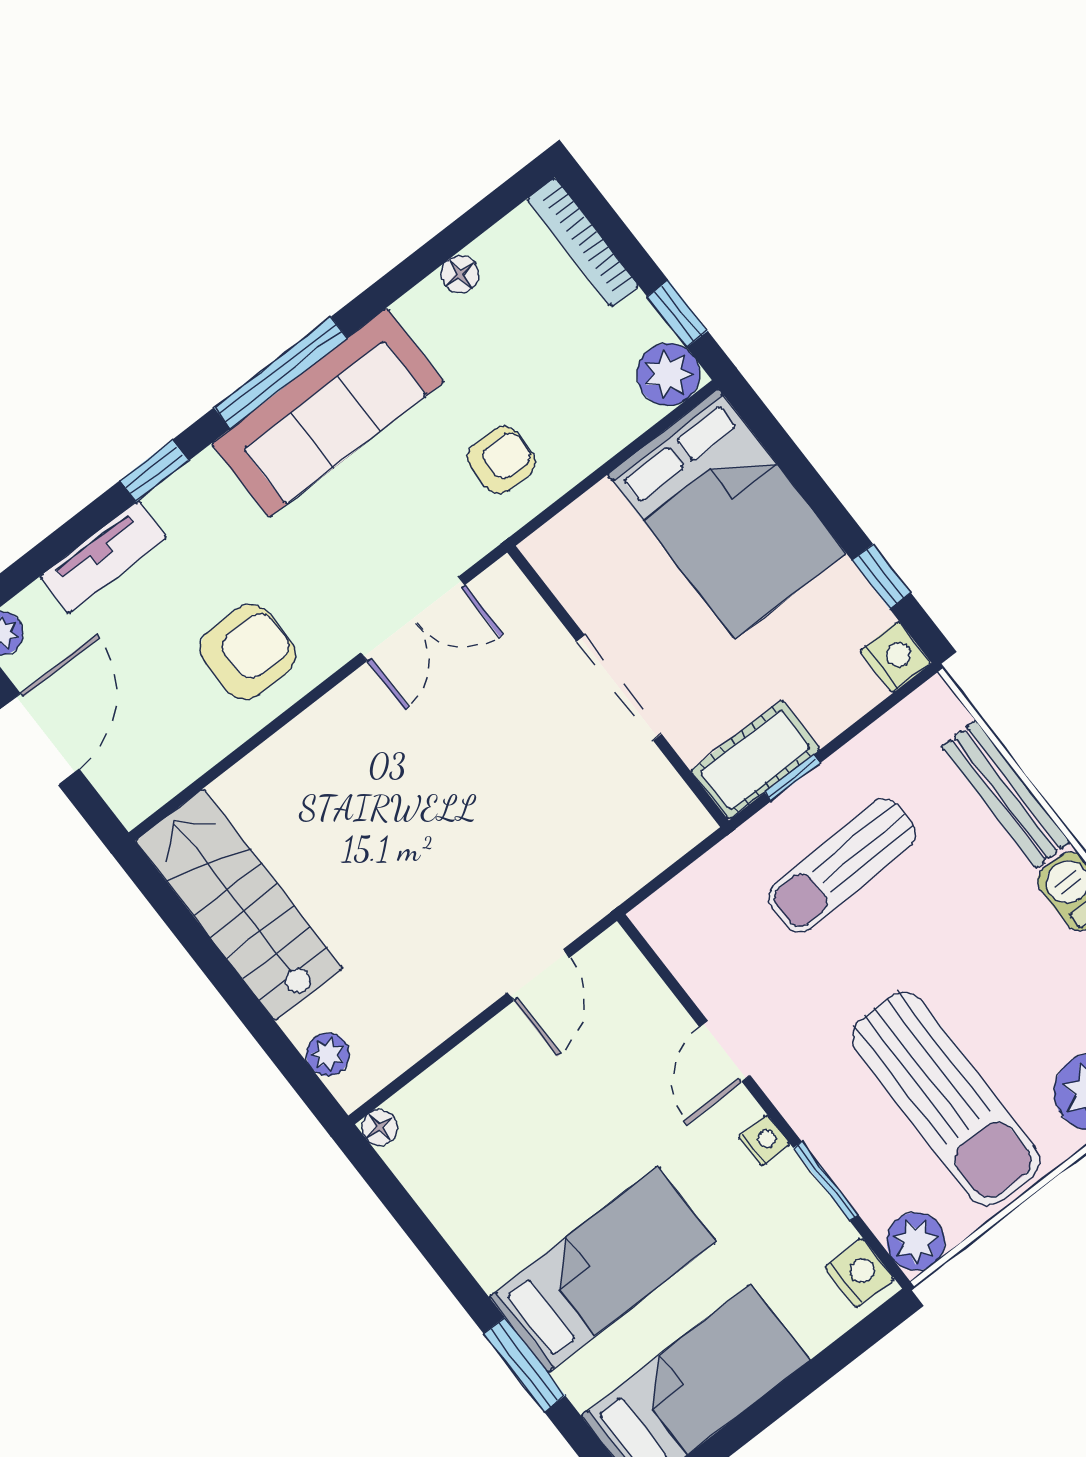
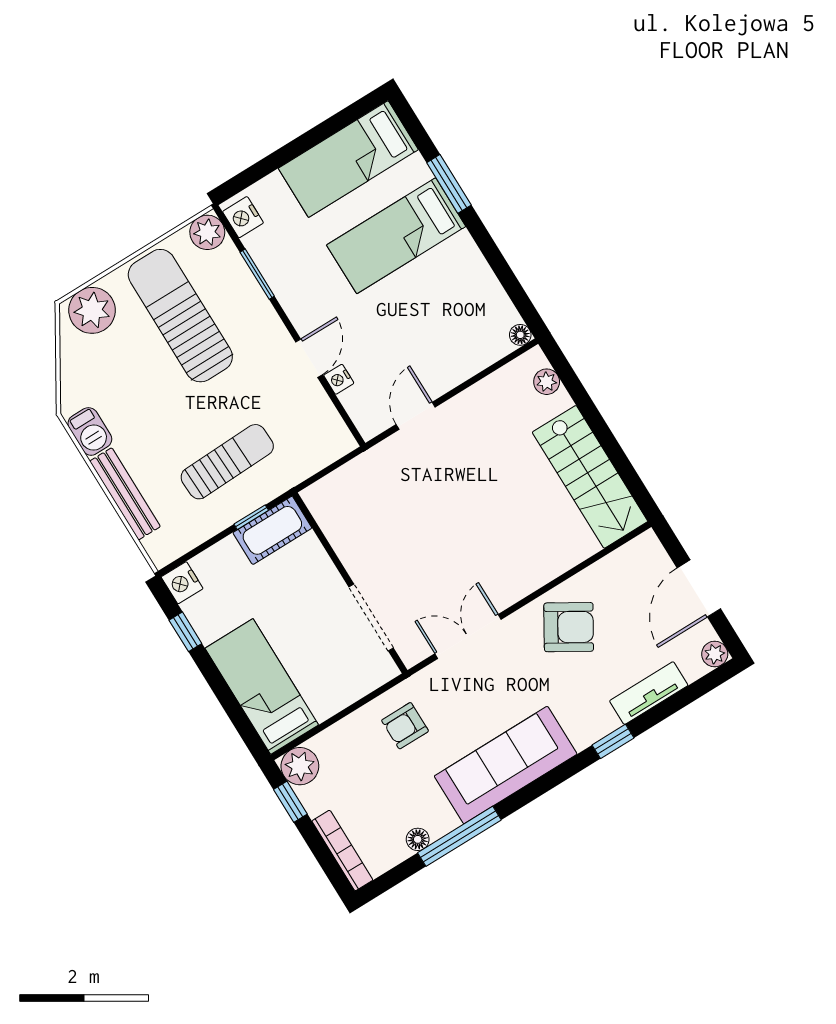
window: (280, 373) -> (459, 836), moved
bed: (727, 514) -> (262, 686), width x0.67
armchair: (248, 652) -> (569, 627), turned -149
doorway: (619, 688) -> (371, 617), moved
nightstand: (764, 1140) -> (339, 379), moved

